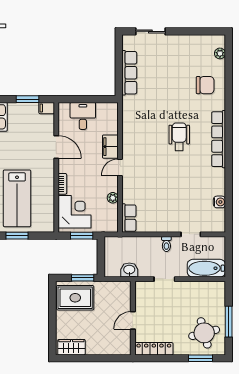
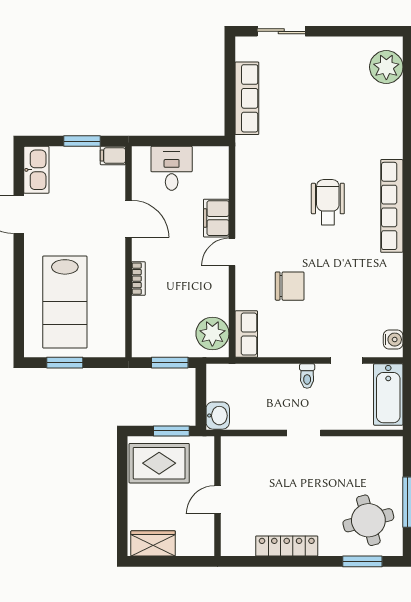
plant: (220, 53) -> (386, 67), width x1.88, depth x1.88
chair: (205, 85) -> (290, 286), moved
plant: (113, 198) -> (212, 334), moved, width x1.88, depth x1.88
water cooler: (219, 202) -> (393, 340), moved
corner desk: (74, 212) -> (158, 324), removed
bathtub: (206, 268) -> (388, 395), moved, turned -90
washbasin: (129, 270) -> (218, 416), moved, turned 90
wall: (133, 318) -> (217, 496), moved
door: (133, 320) -> (217, 500), moved

